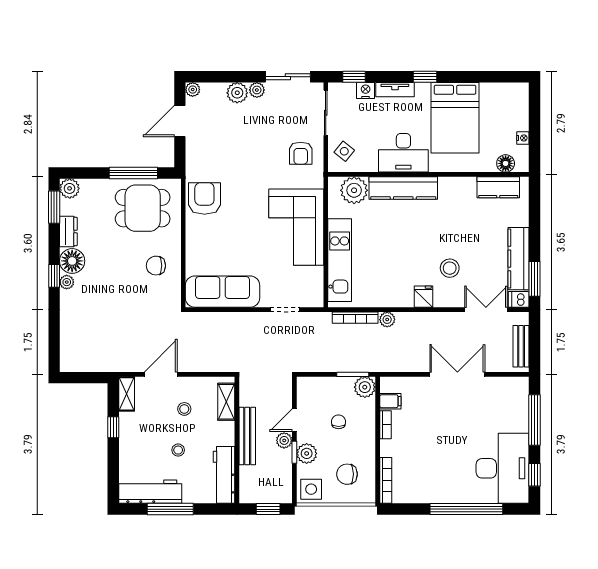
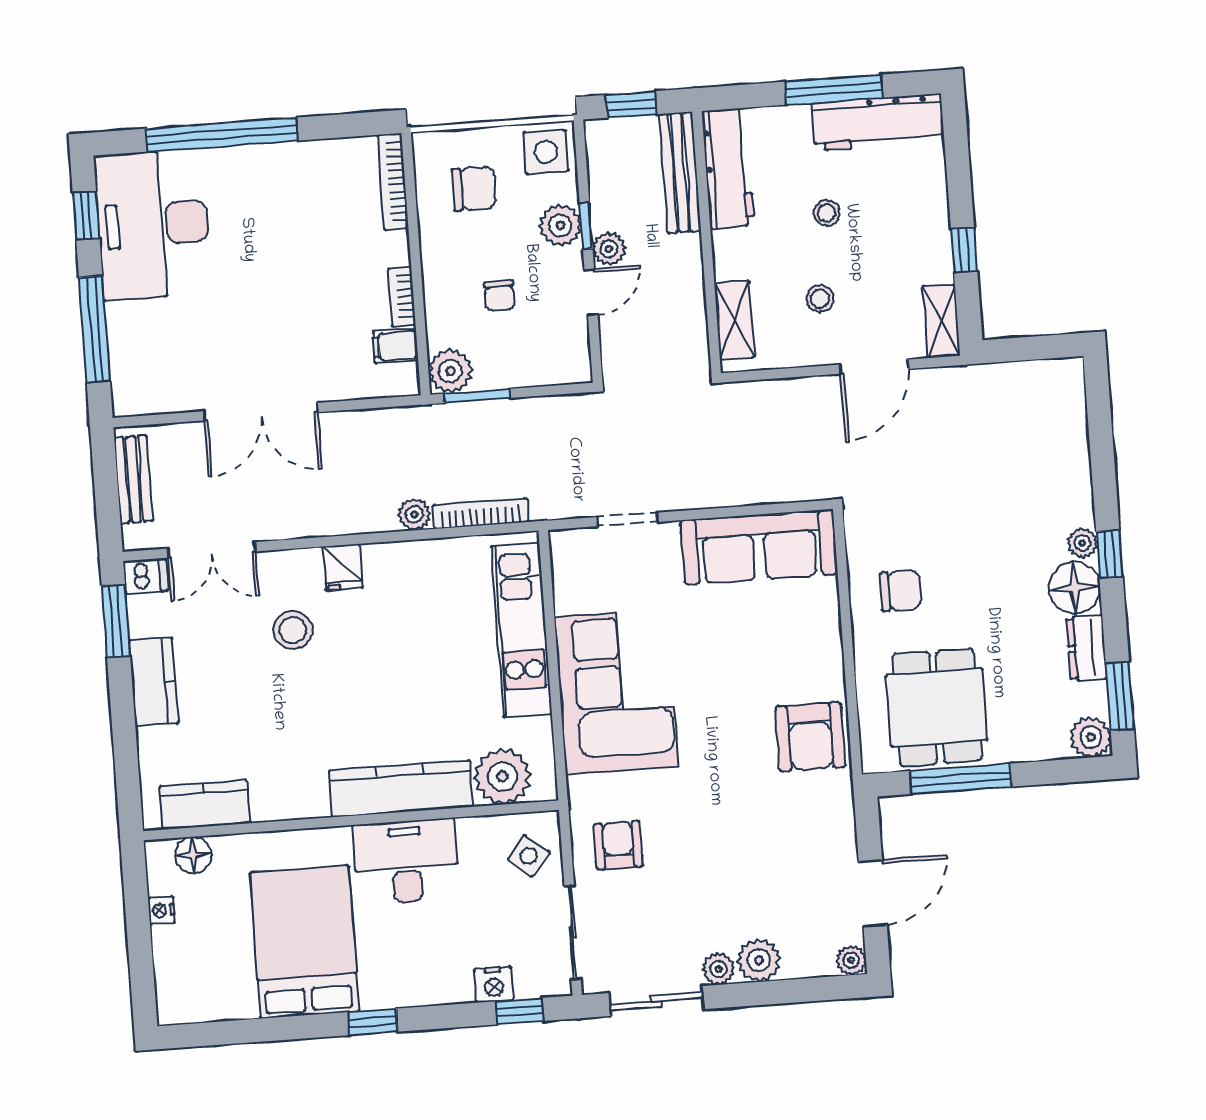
tv unit: (395, 90) -> (433, 991), removed
dining table: (143, 208) -> (937, 707), turned 90
kitchen counter: (519, 259) -> (154, 682), width x0.67
bench: (247, 436) -> (680, 173), moved

